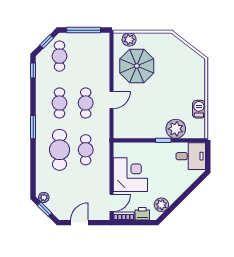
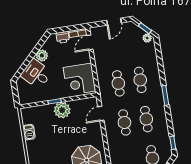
door: (111, 100) -> (101, 113), moved
plant: (176, 129) -> (62, 110), moved
cafe table: (59, 150) -> (140, 80), width x0.73, depth x0.74
desk: (191, 156) -> (36, 74), moved, turned 45
corner desk: (130, 175) -> (79, 79), moved
plant: (161, 205) -> (42, 55), moved

